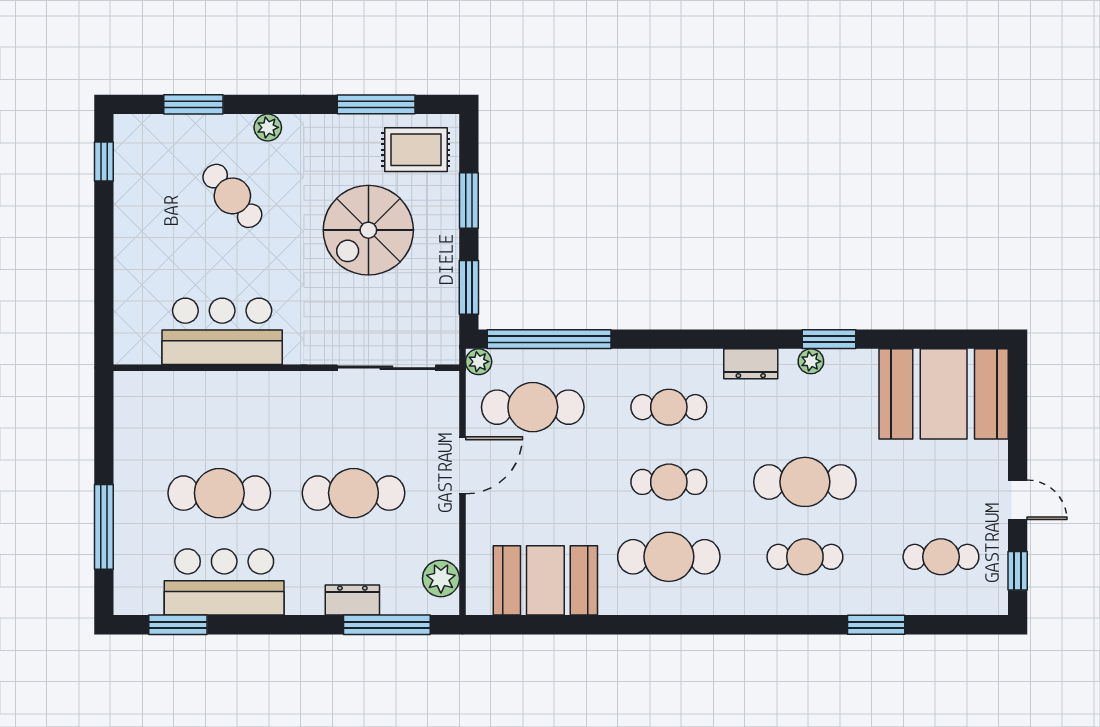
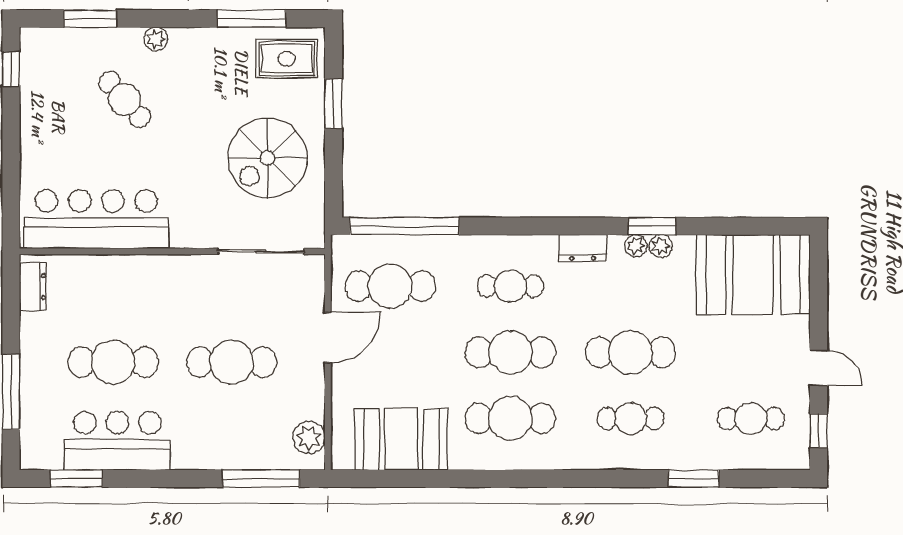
spiral stairs: (368, 230) -> (268, 158), moved
window: (469, 287) -> (334, 180), removed
bar counter: (222, 331) -> (96, 219), width x1.36
plant: (479, 362) -> (661, 246), moved
cafe table: (669, 482) -> (510, 352), width x1.37, depth x1.35
dresser: (352, 600) -> (33, 287), moved, turned 90

